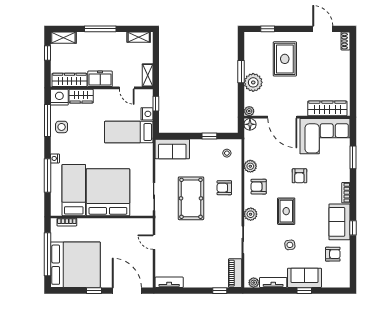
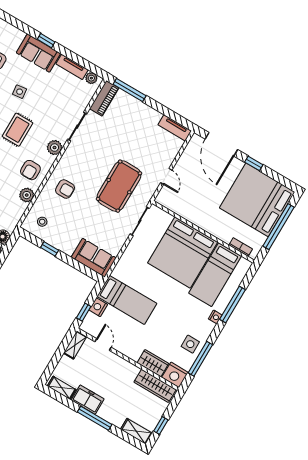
freezer: (100, 79) -> (88, 400), moved, turned 180
armchair: (259, 187) -> (30, 170), turned 90
pool table: (191, 198) -> (119, 186), moved
side table: (290, 245) -> (20, 92), moved
window: (220, 291) -> (130, 90), width x2.17

